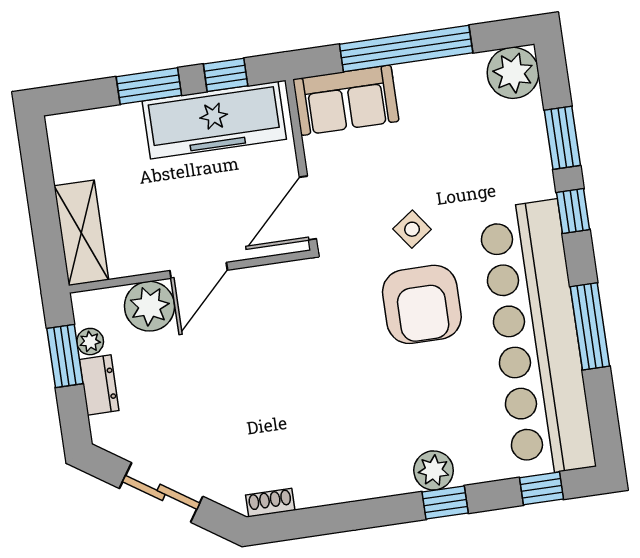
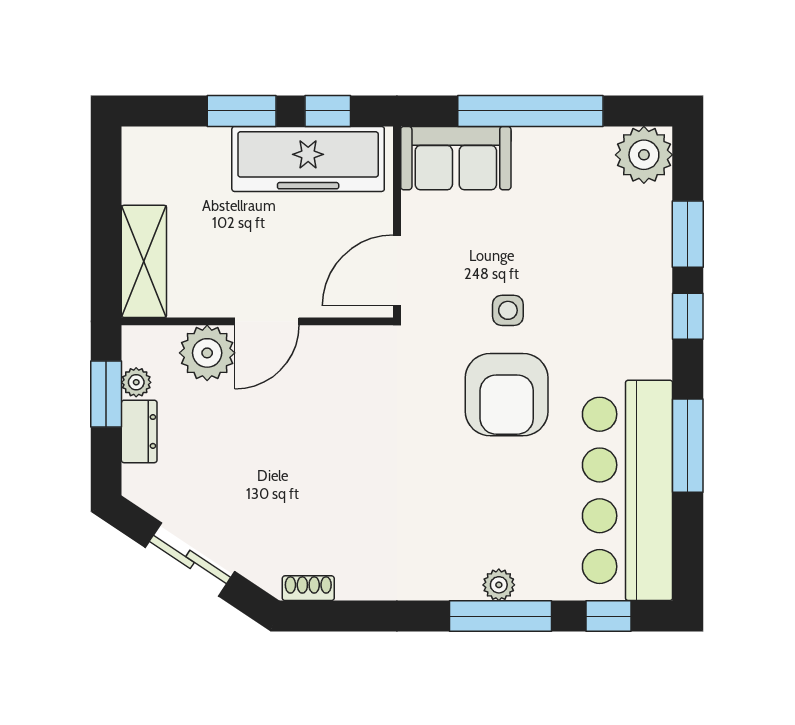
side table: (412, 229) -> (508, 310), turned 36
bar counter: (537, 338) -> (627, 490), width x0.73
plant: (434, 470) -> (499, 585), width x0.73, depth x0.73
window: (445, 502) -> (501, 616), width x2.17

